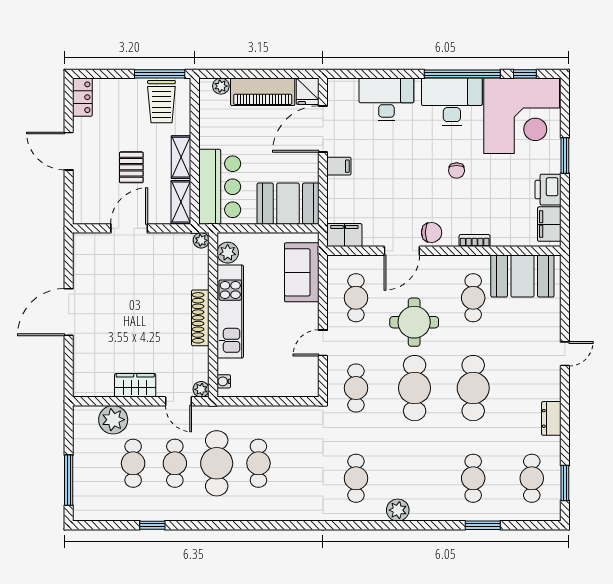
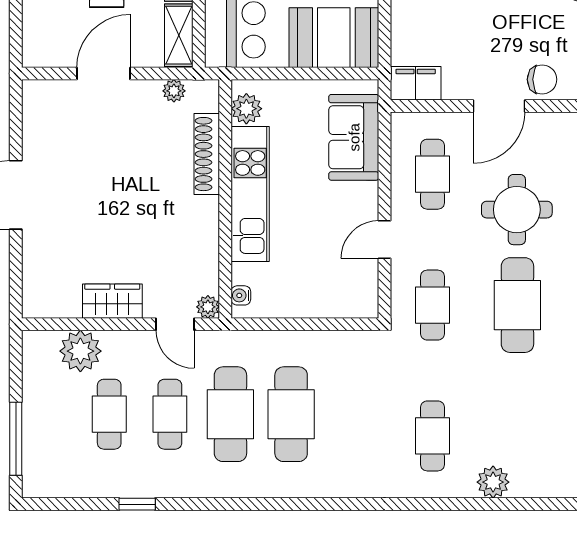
plant: (201, 240) -> (174, 91), moved
shoe rack: (200, 318) -> (207, 154), moved
cafe table: (258, 463) -> (291, 414), width x1.37, depth x1.35

